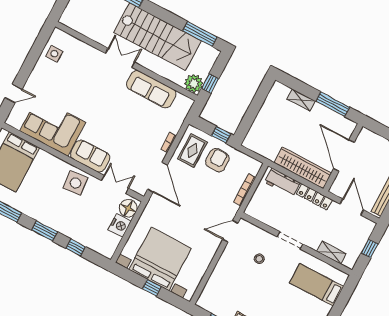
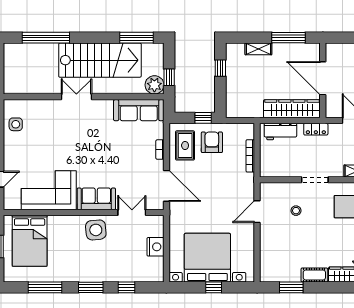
sofa: (151, 89) -> (139, 110), moved
window: (259, 99) -> (220, 68), added
locker: (314, 197) -> (316, 129), width x0.66
floor lamp: (128, 208) -> (155, 228), removed
door: (230, 231) -> (257, 212), moved

